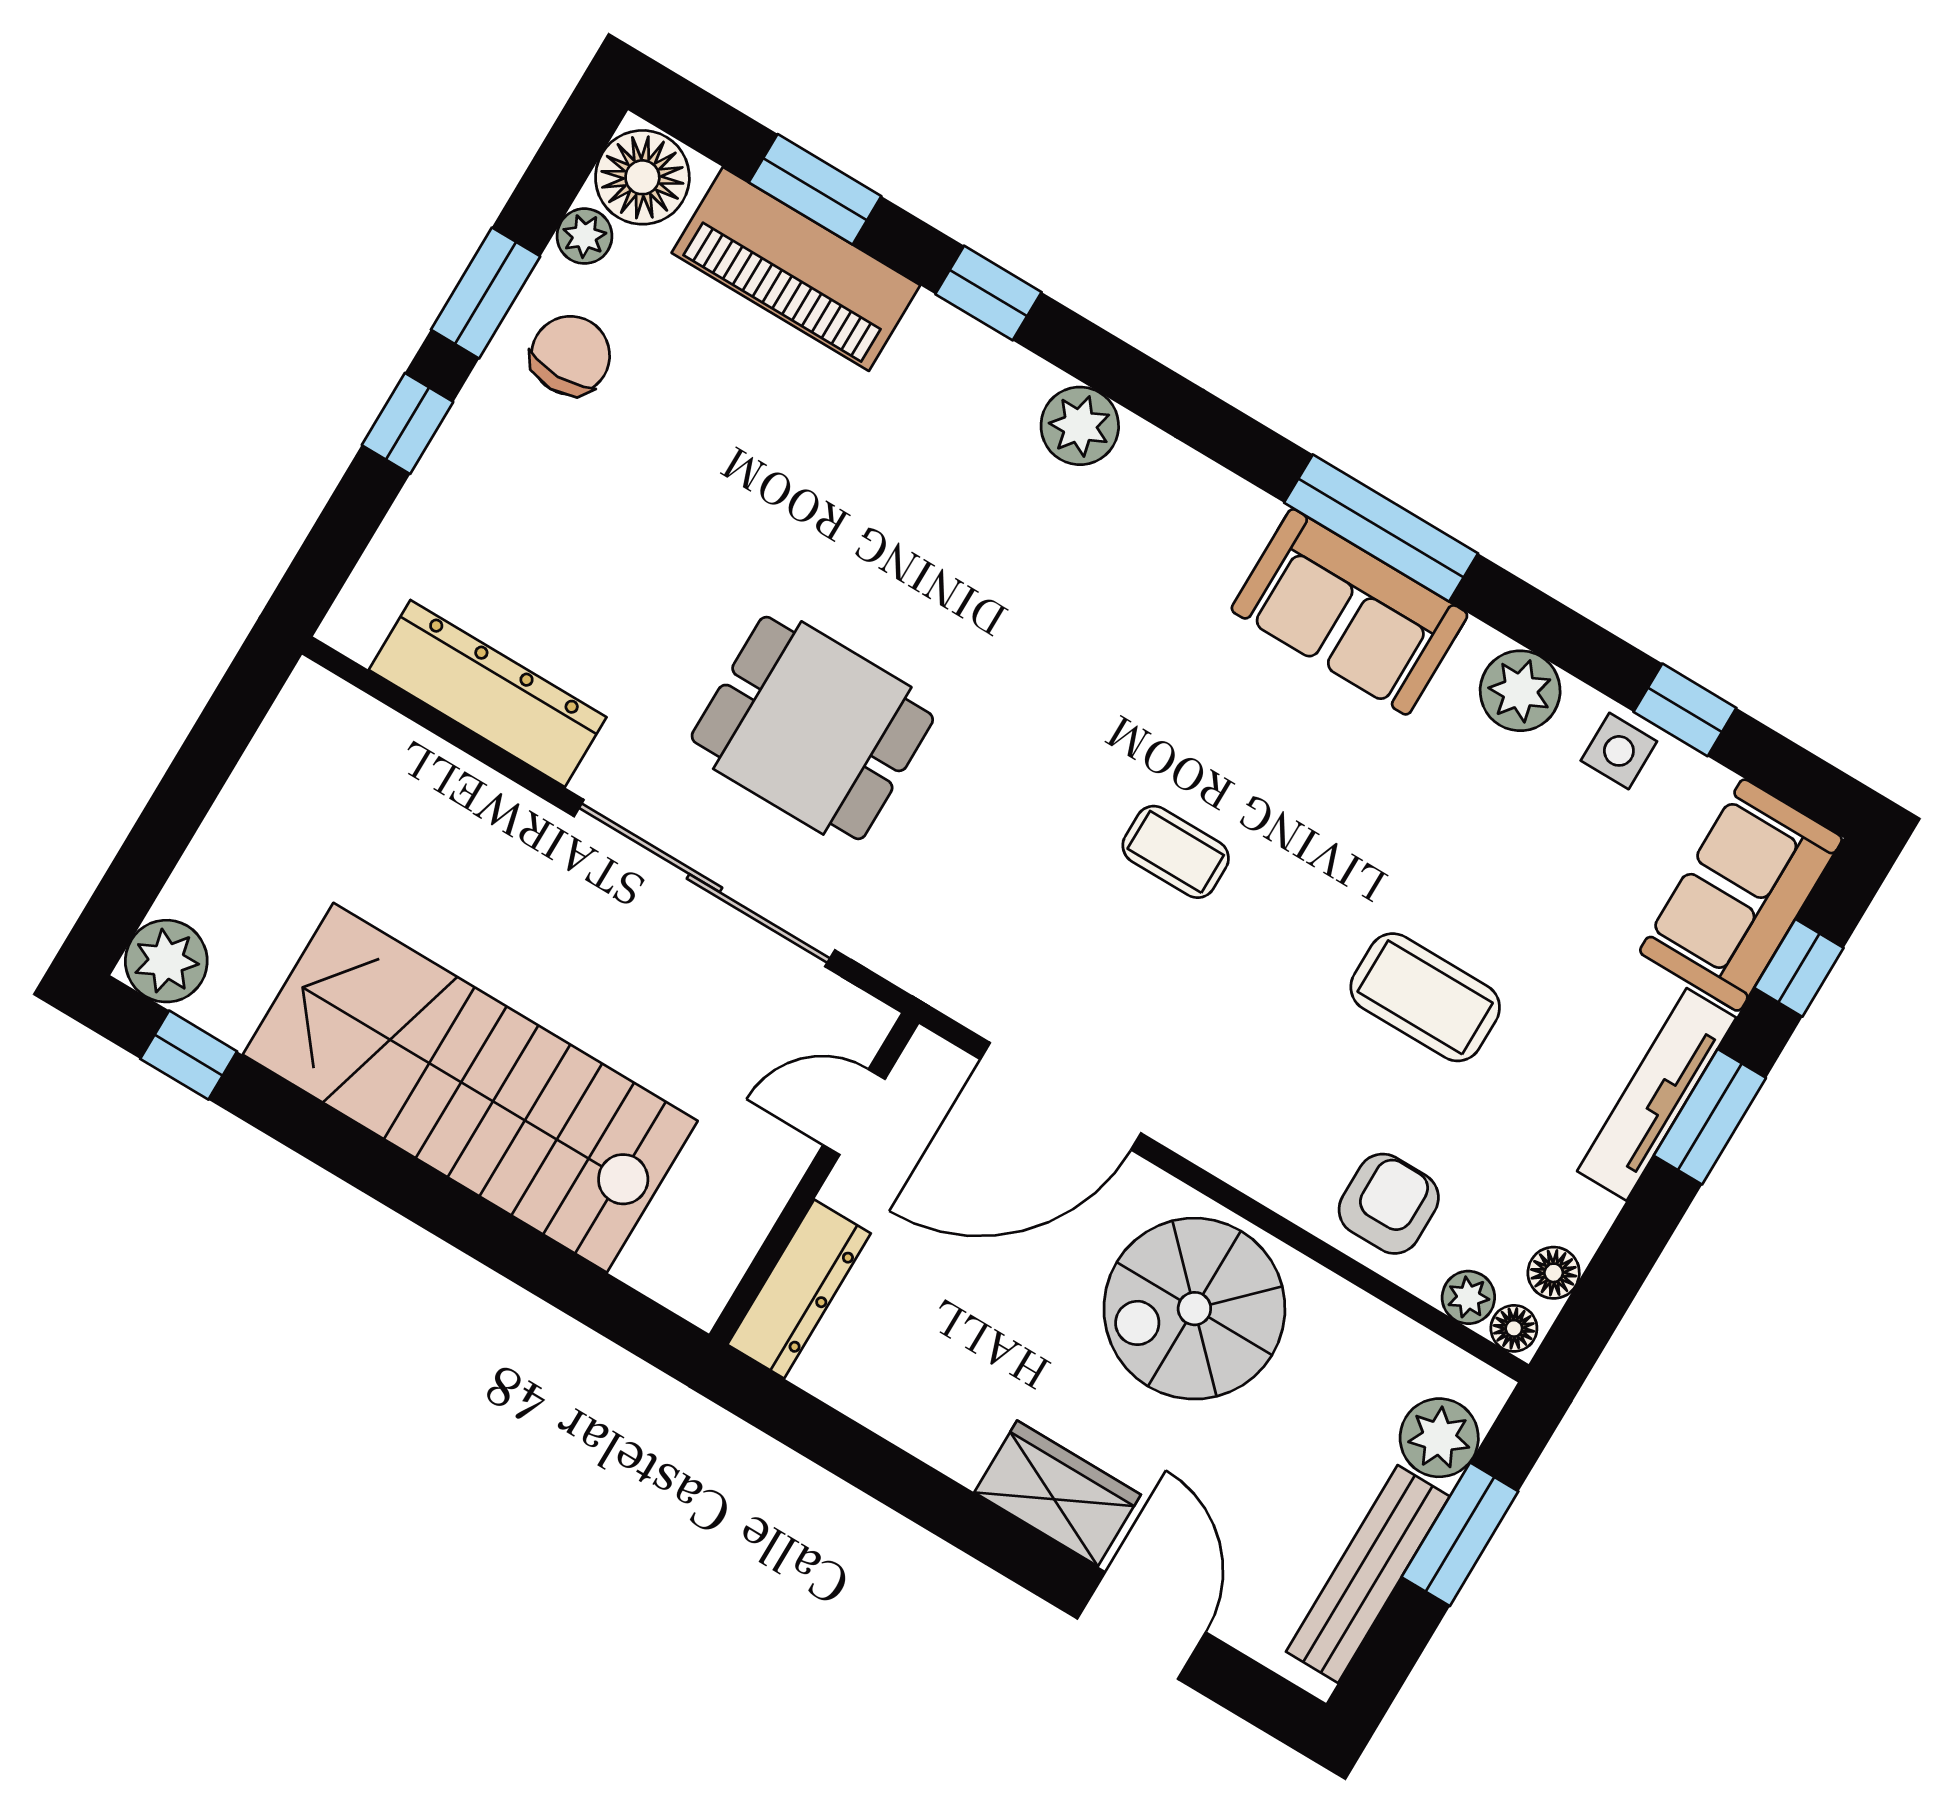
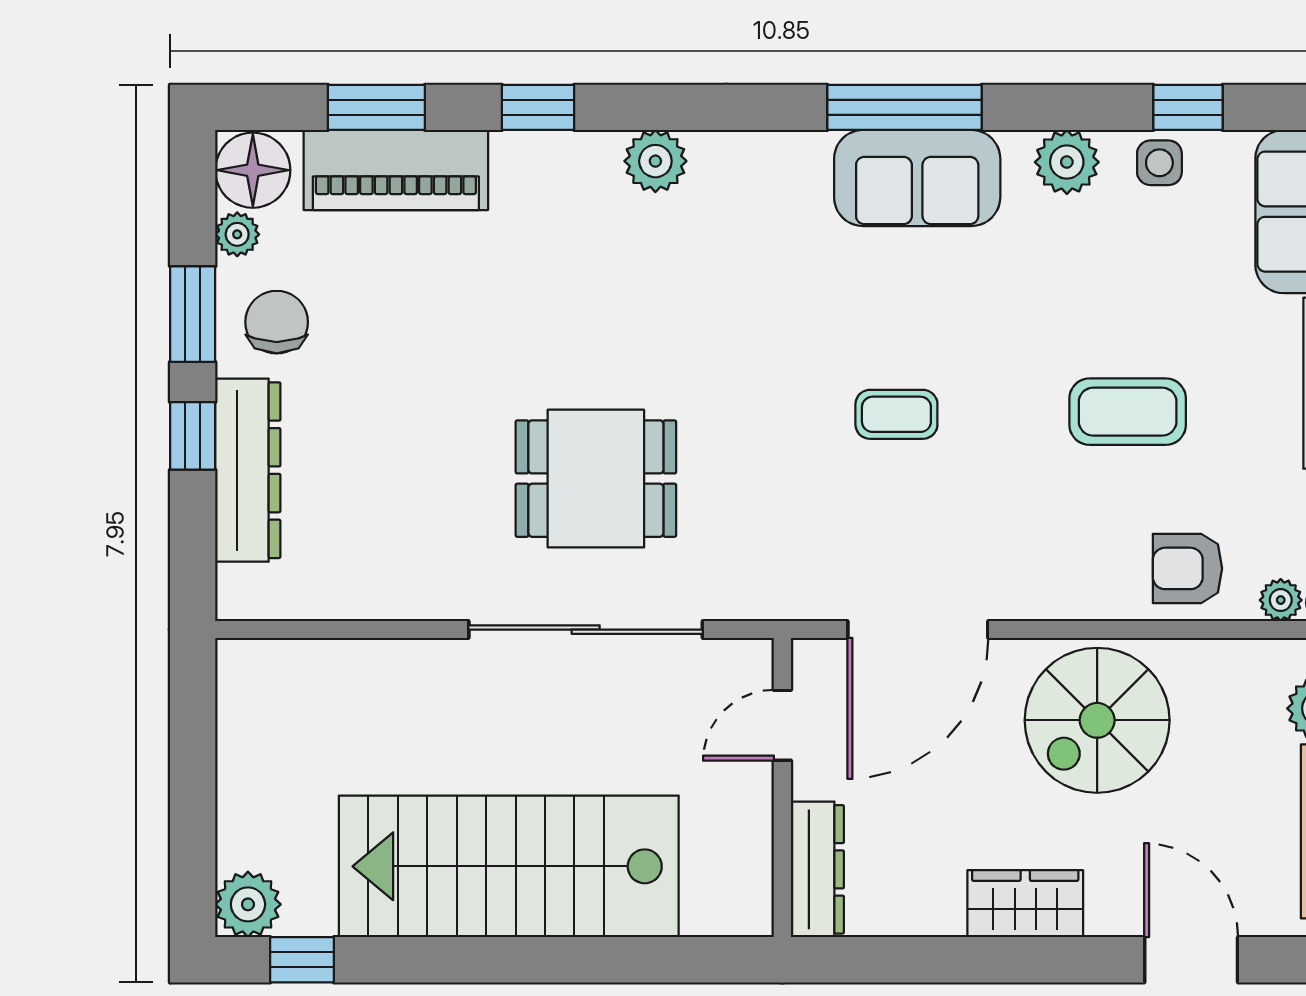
dresser: (488, 693) -> (248, 470), moved, turned 90
armchair: (1389, 1204) -> (1187, 568), turned -90
wardrobe: (1058, 1493) -> (1025, 904), moved

